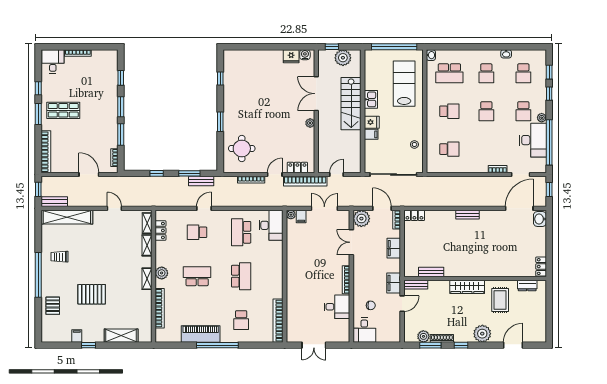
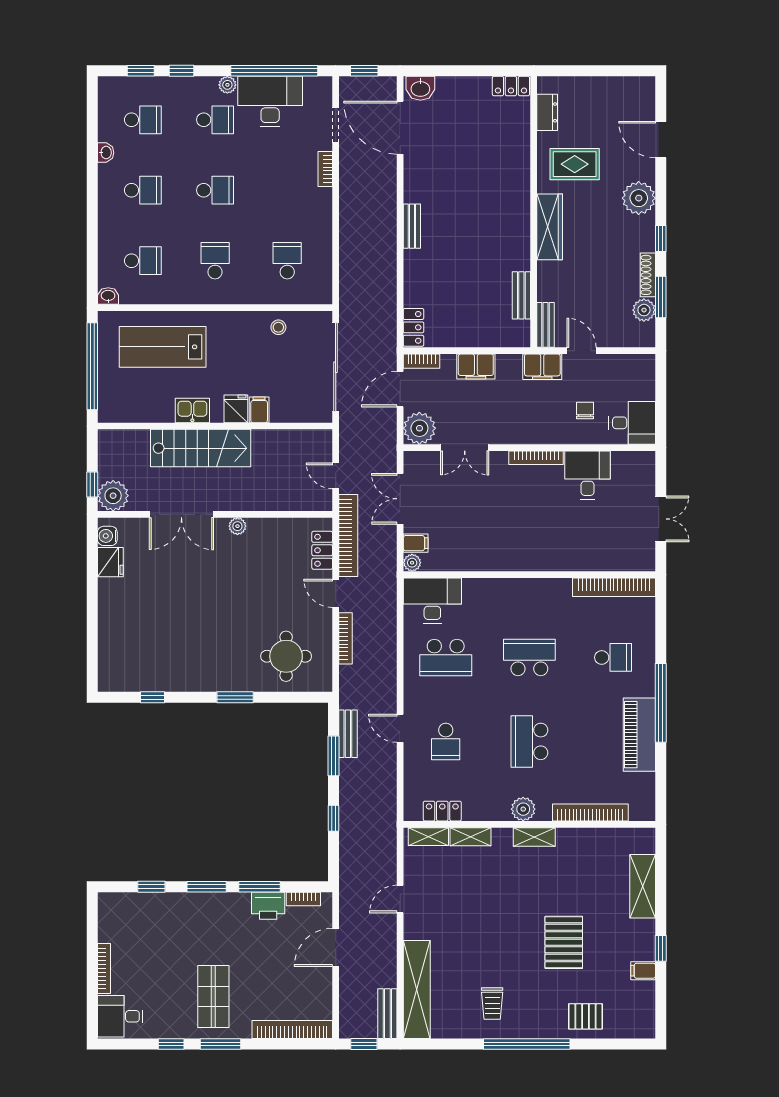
plant: (343, 58) -> (113, 496), moved
school desk: (449, 73) -> (143, 261), width x0.54
printer: (111, 139) -> (268, 906), added

